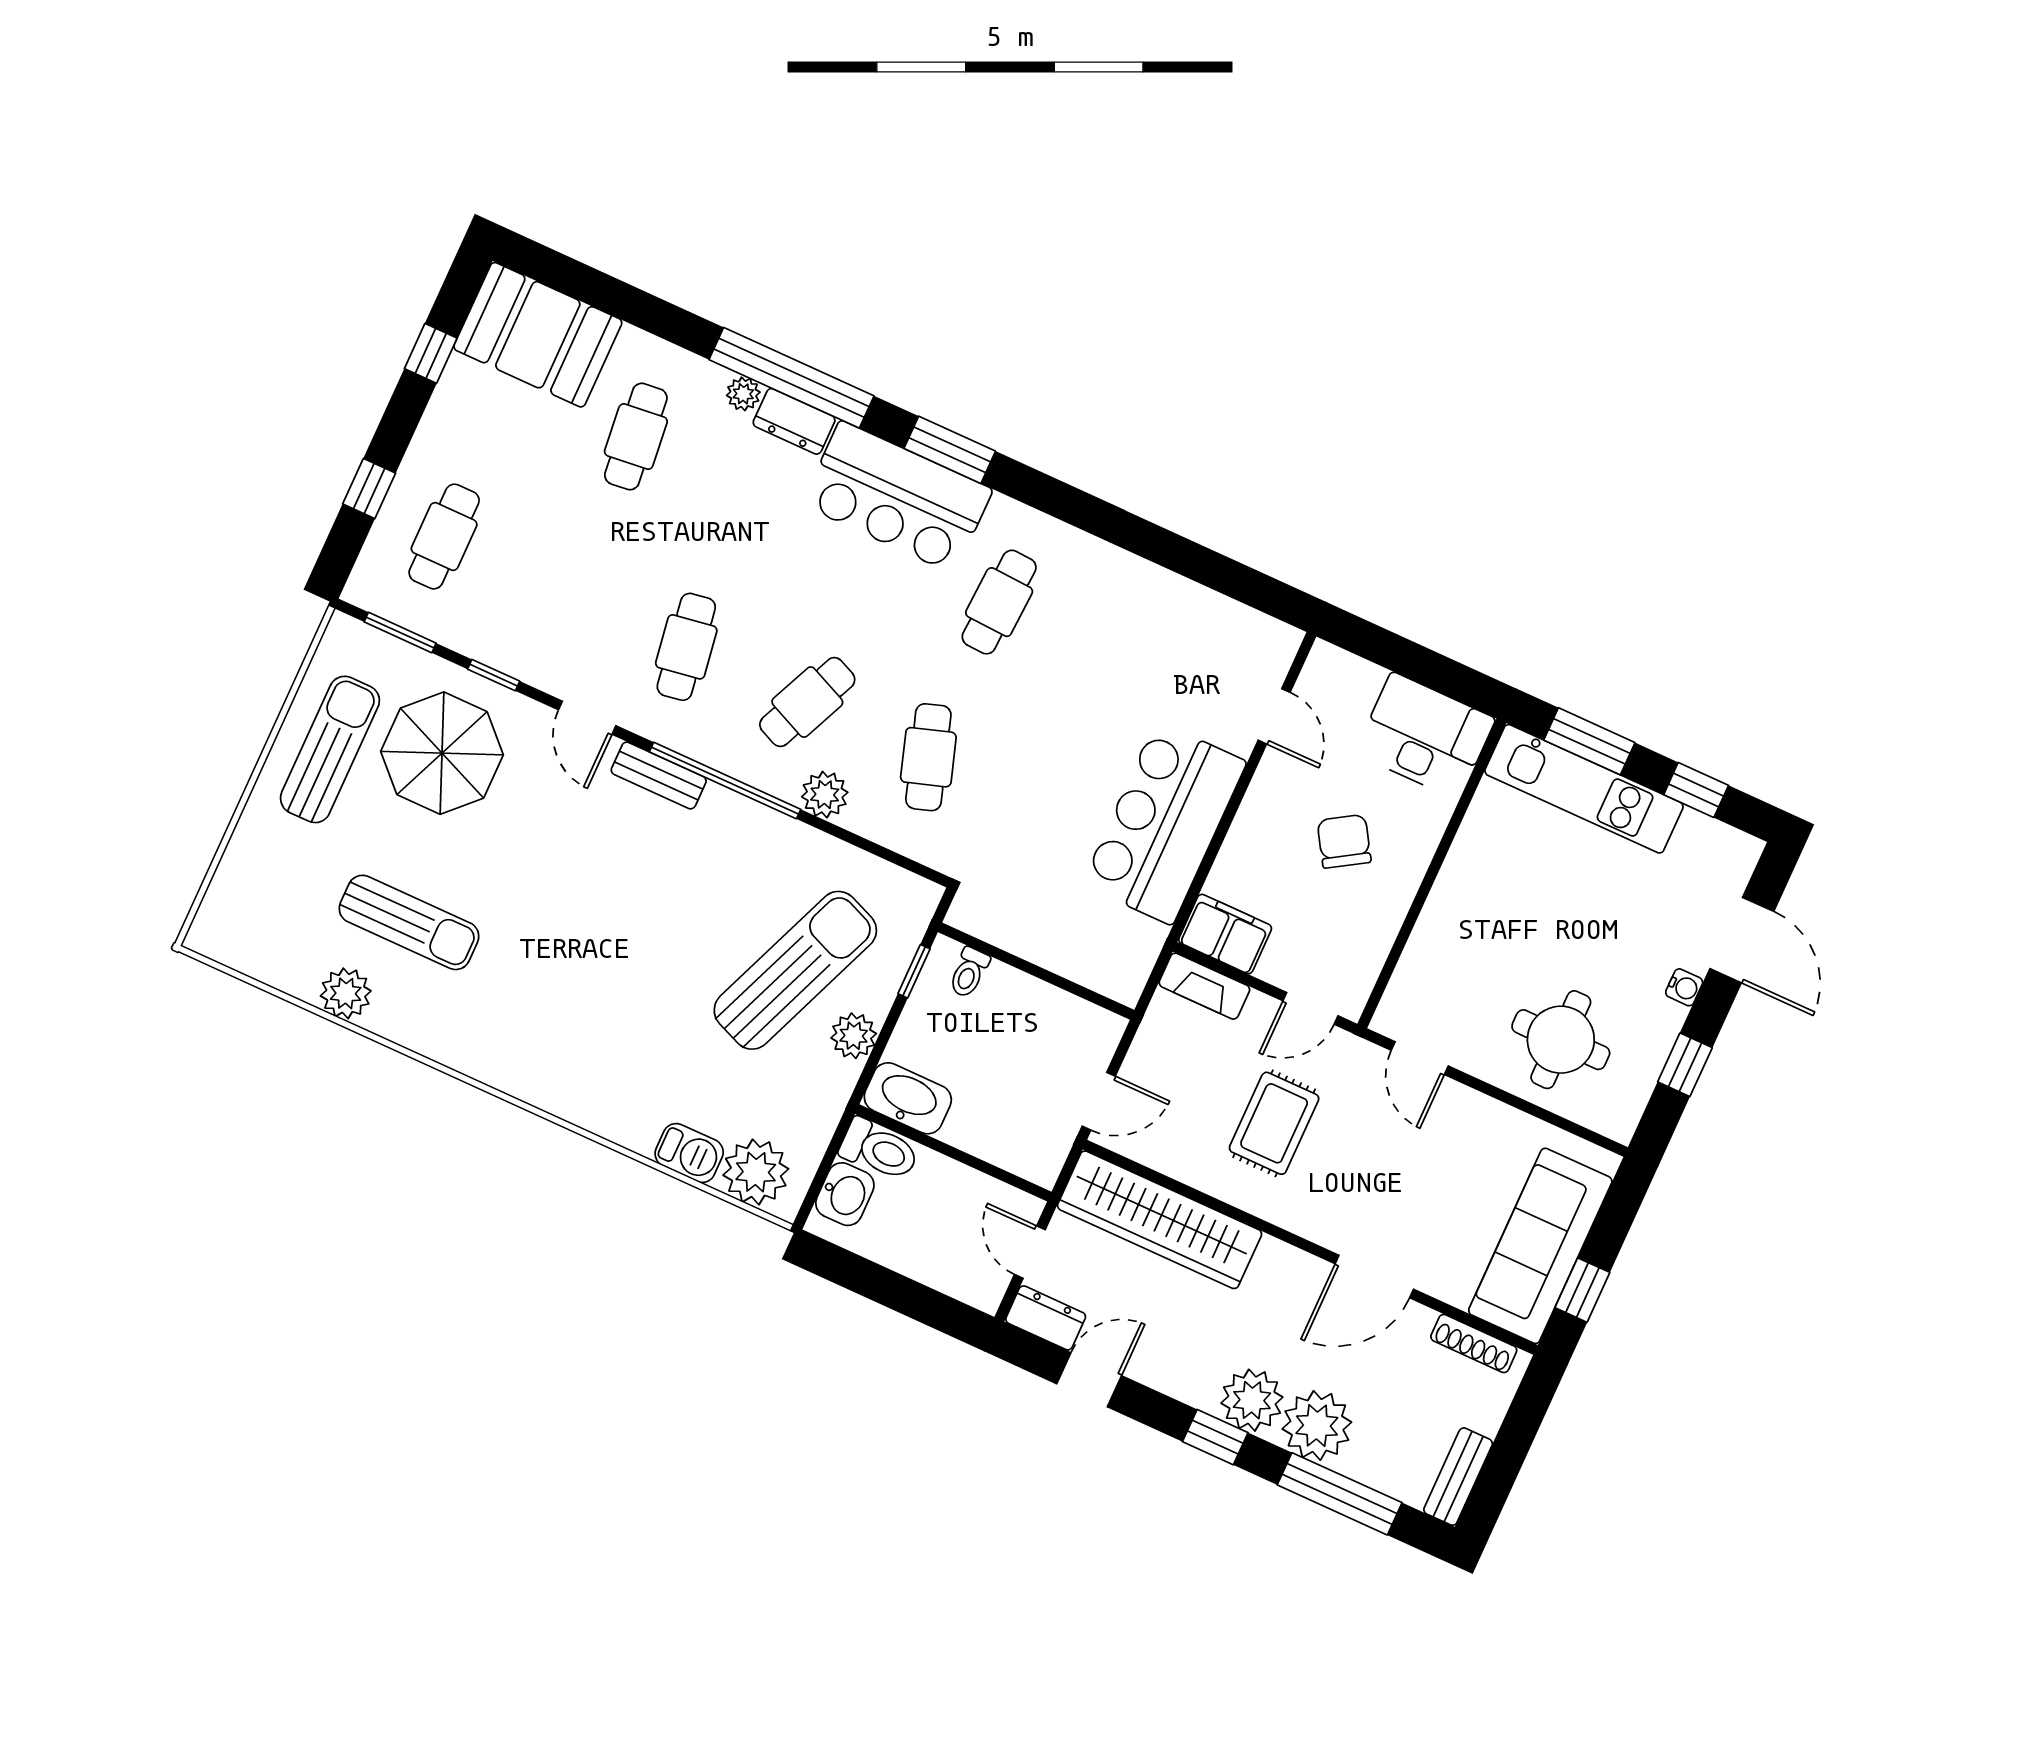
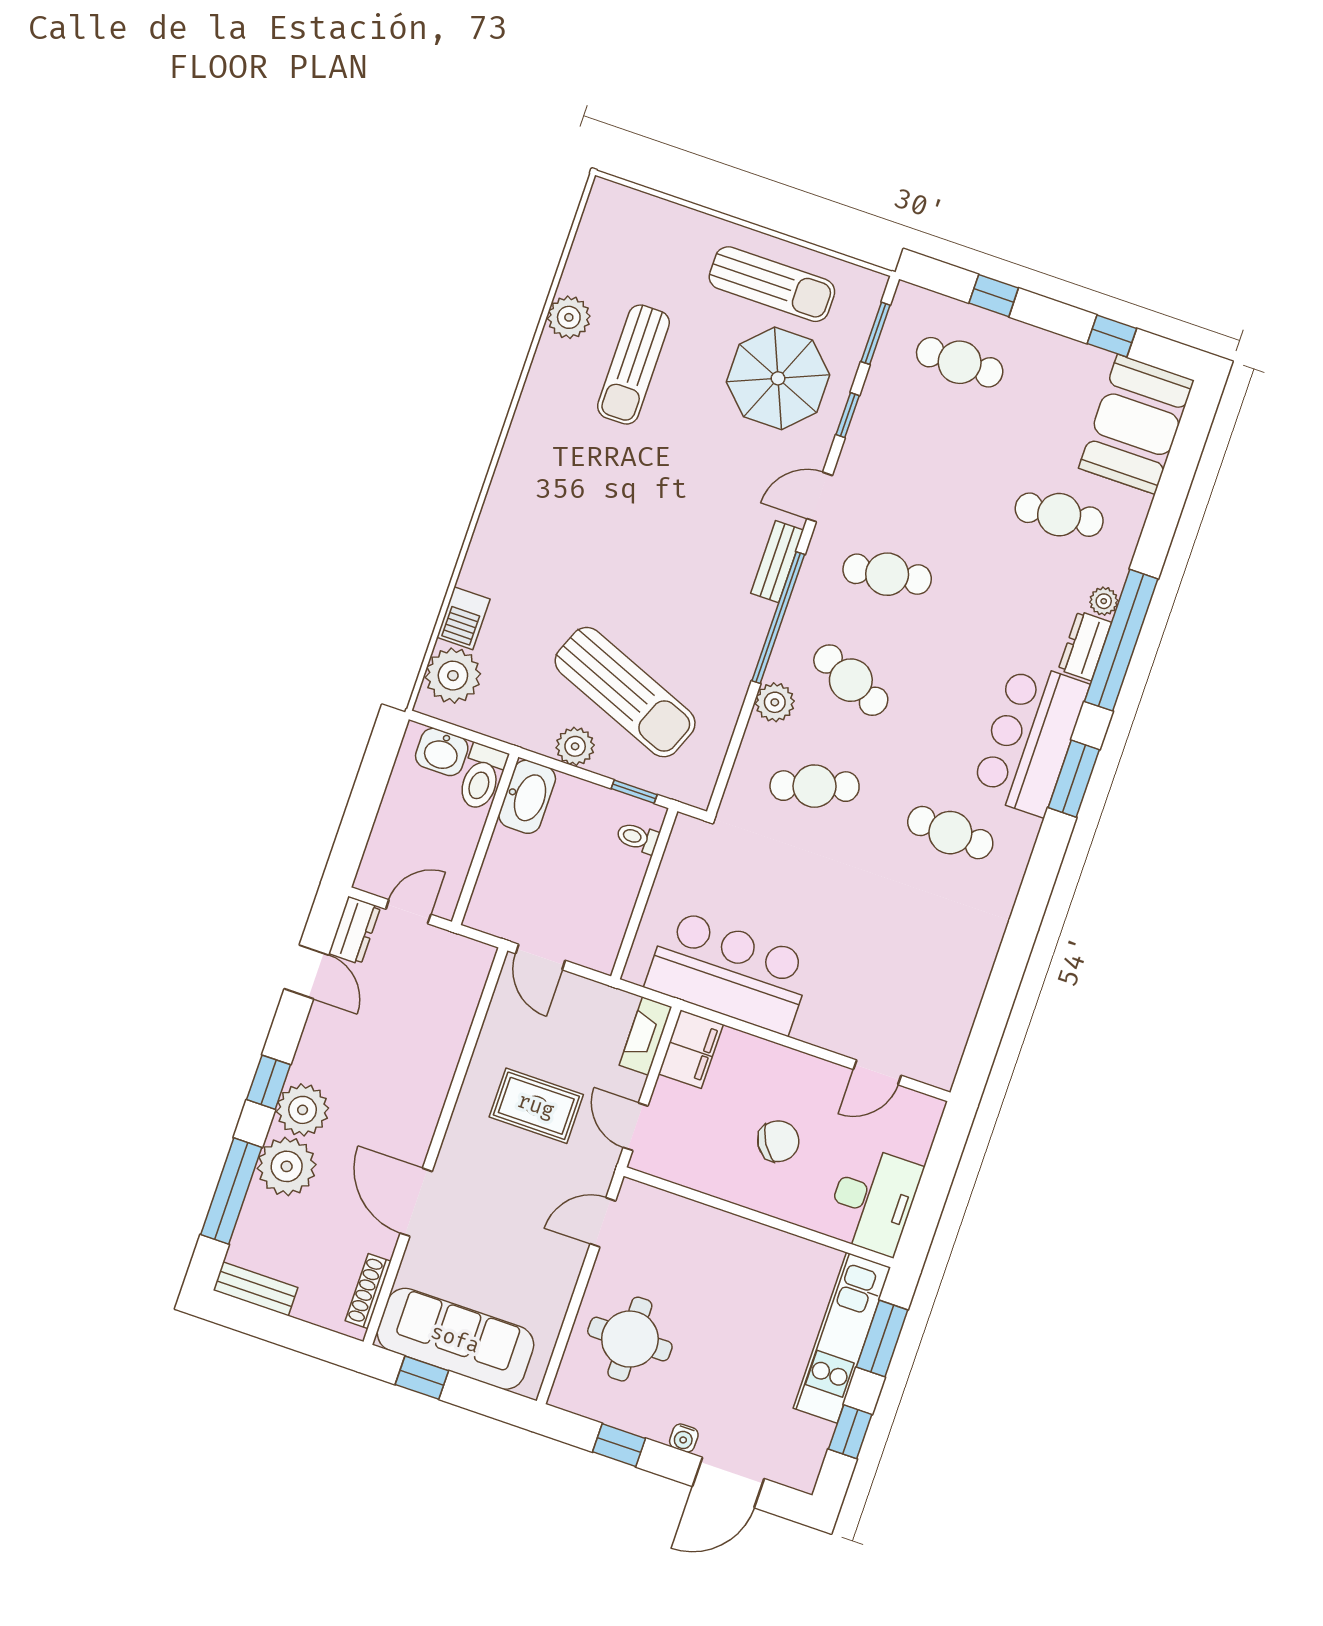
bar counter: (1164, 823) -> (729, 972), moved
wardrobe: (1160, 1220) -> (446, 1018), removed

